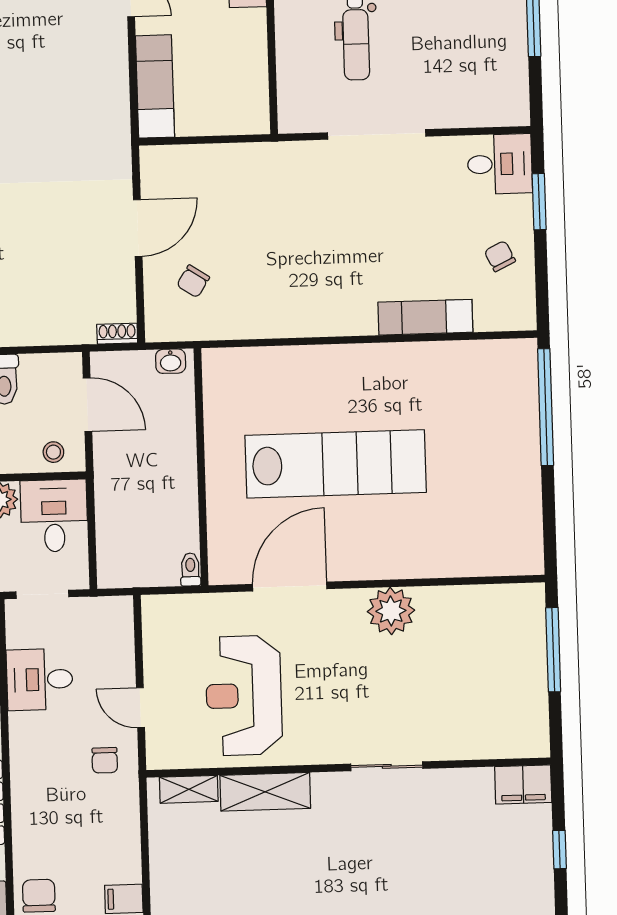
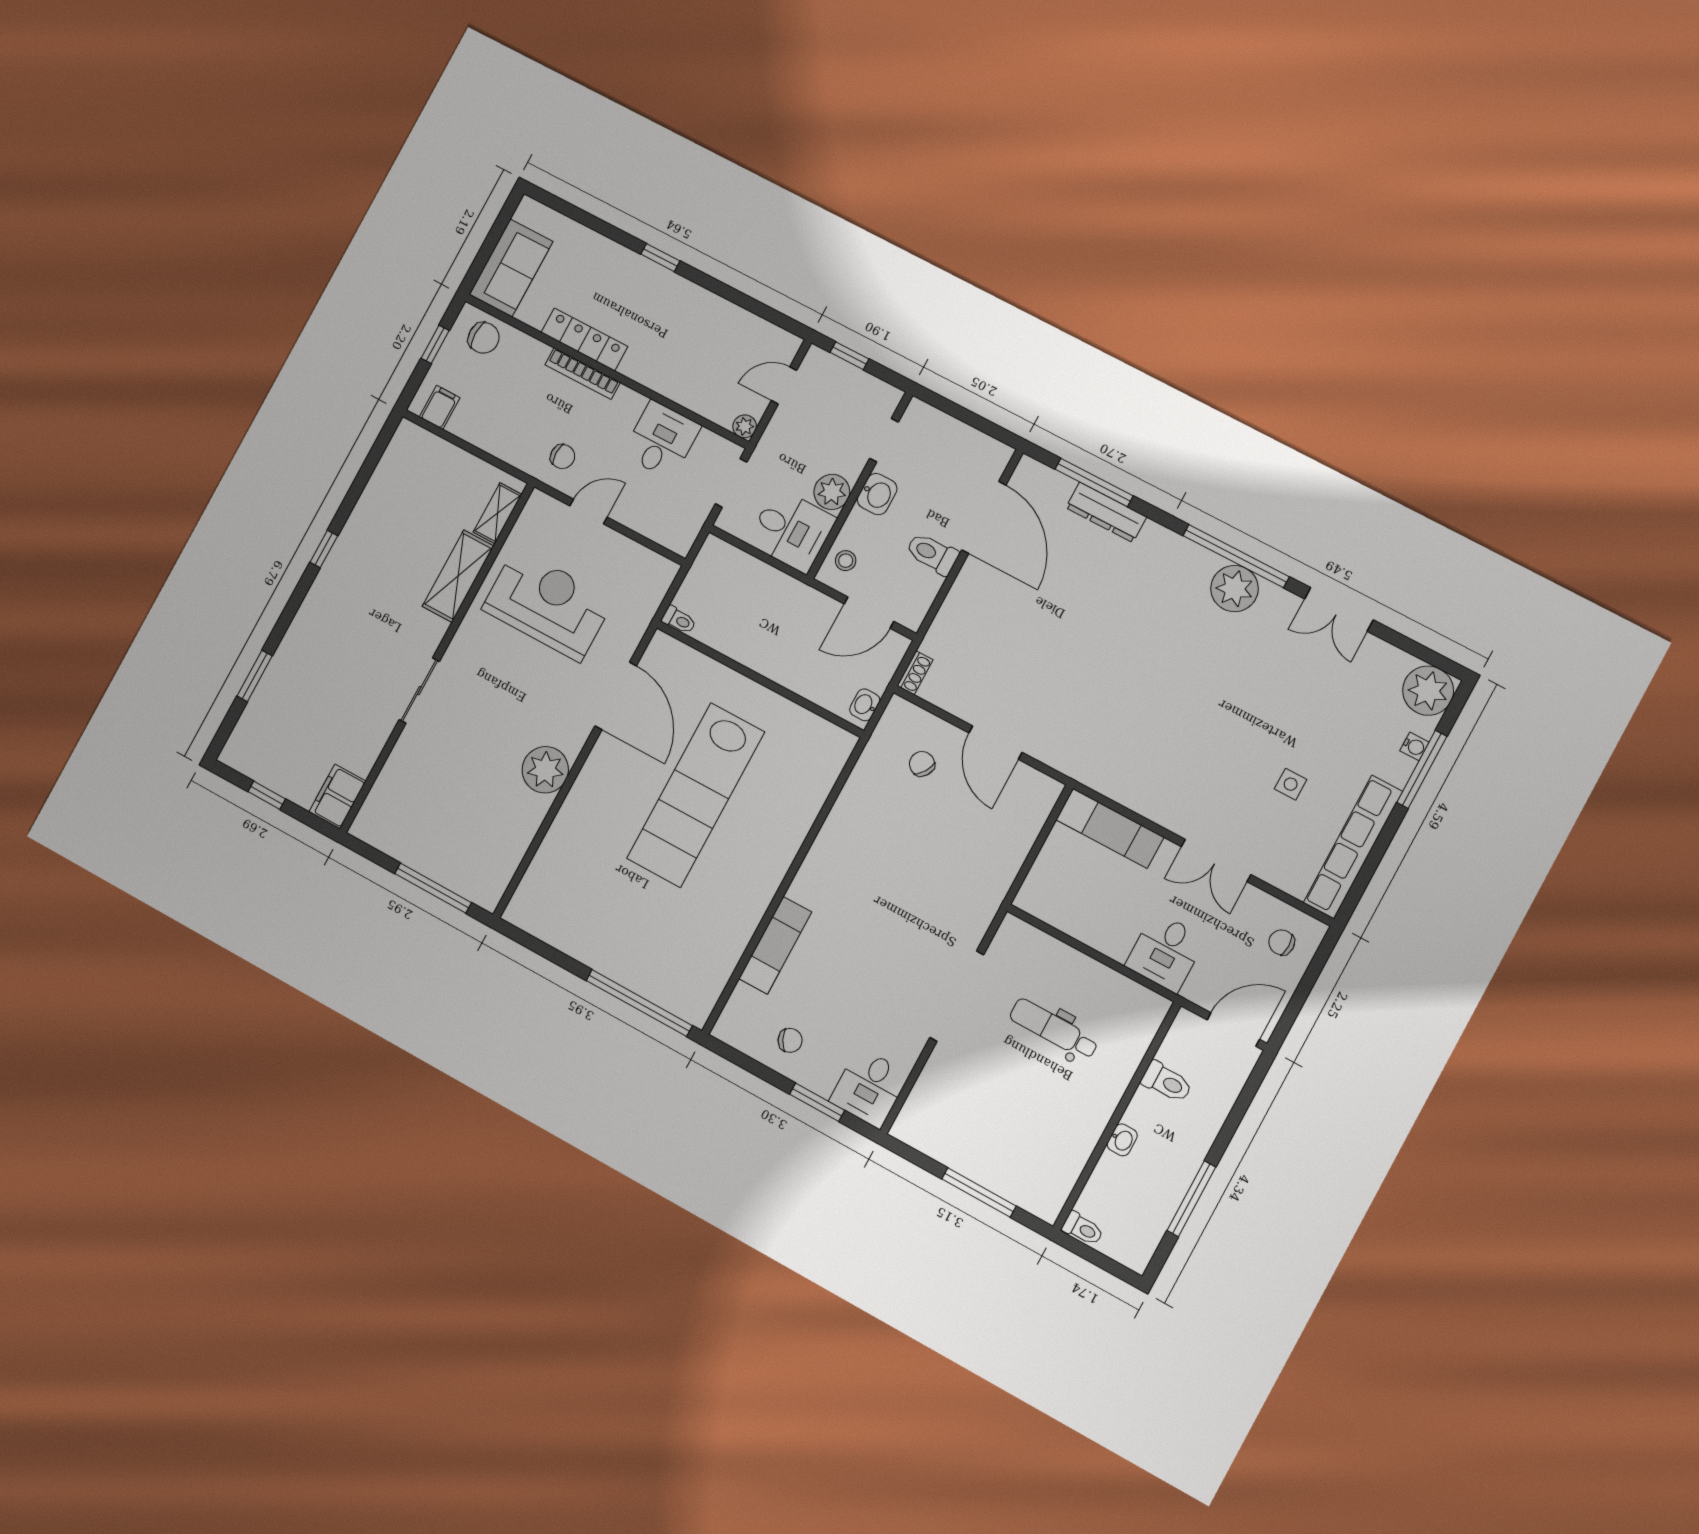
chair: (105, 760) -> (563, 457), turned 180
bookcase: (20, 786) -> (583, 374), added

